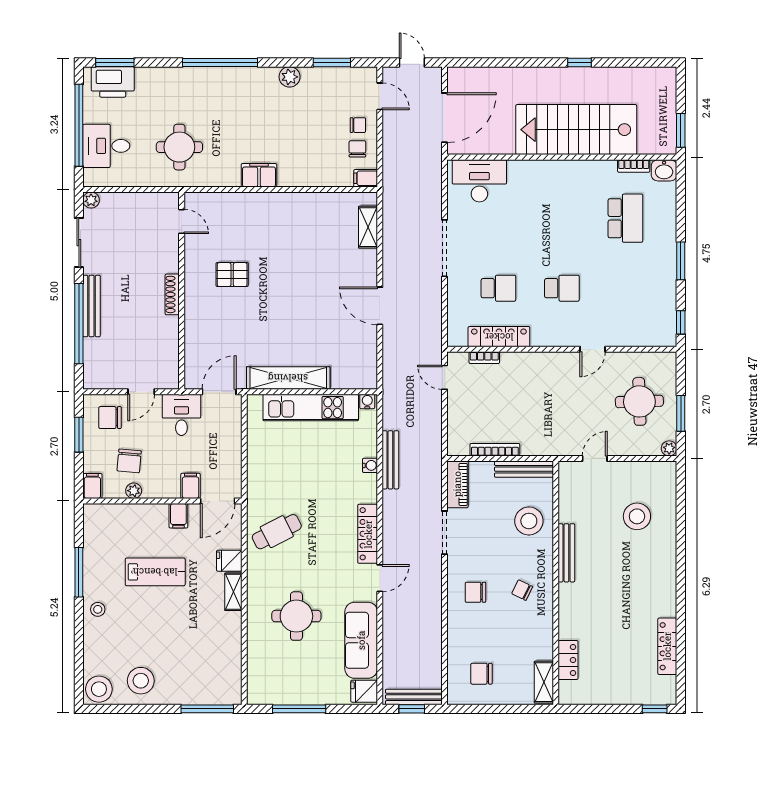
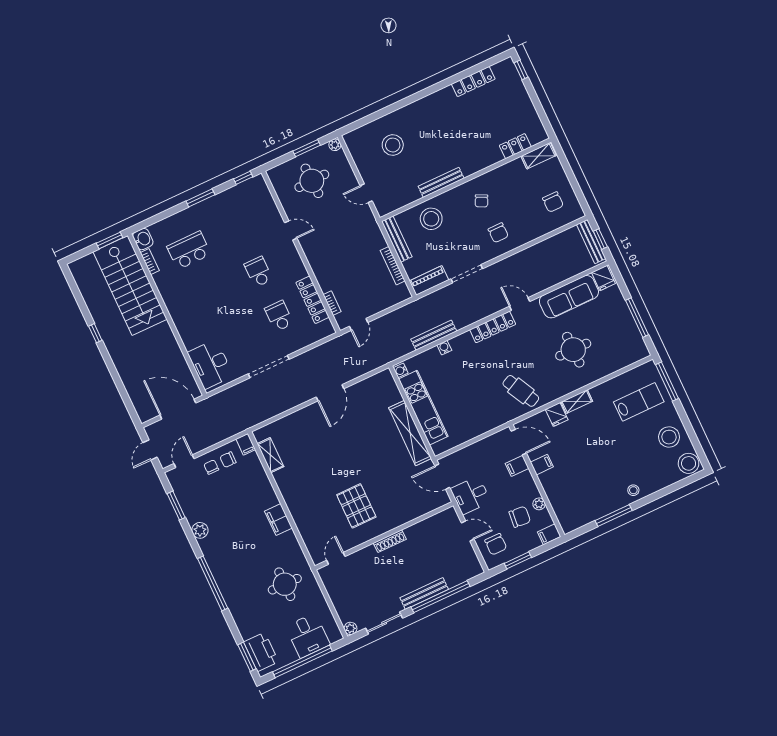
stairs: (576, 130) -> (130, 286), moved
shelving: (368, 227) -> (270, 455), moved, turned 90
pallet: (232, 275) -> (356, 506), width x1.50, depth x1.42
lab bench: (155, 572) -> (639, 402), moved, turned 90

